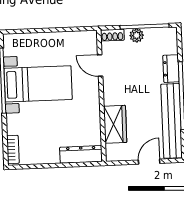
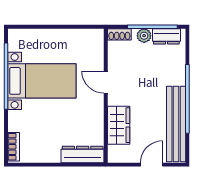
door: (100, 66) -> (106, 82), moved
dresser: (171, 69) -> (166, 36), moved, turned -90

